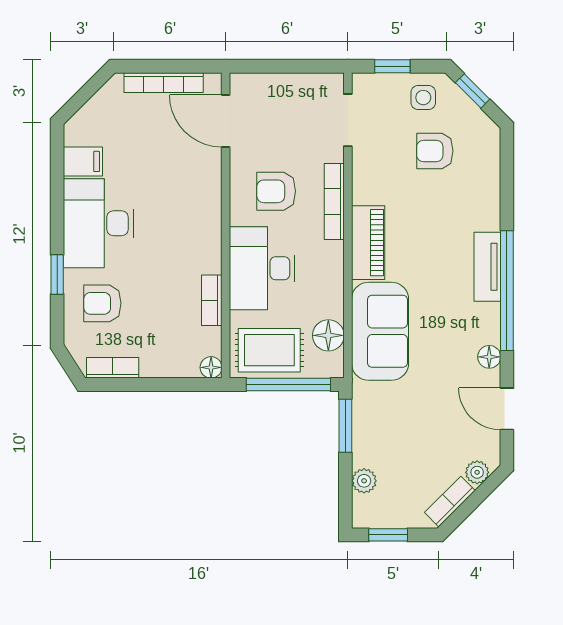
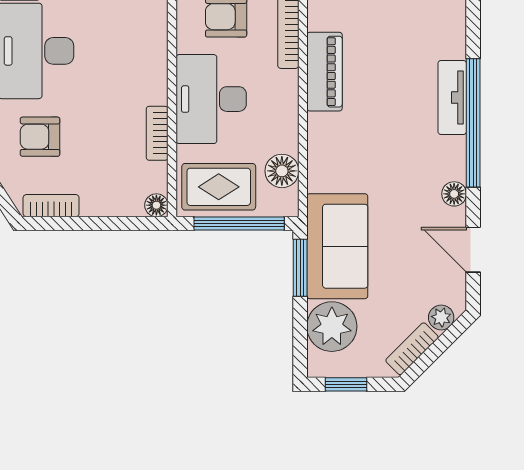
sofa: (380, 331) -> (337, 246), moved
plant: (364, 481) -> (332, 327), width x1.88, depth x1.88

